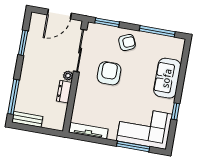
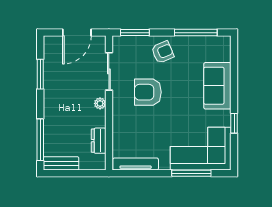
sliding door: (80, 51) -> (109, 71), width x0.73
armchair: (109, 73) -> (148, 92), turned -90
dresser: (64, 92) -> (99, 141), moved

